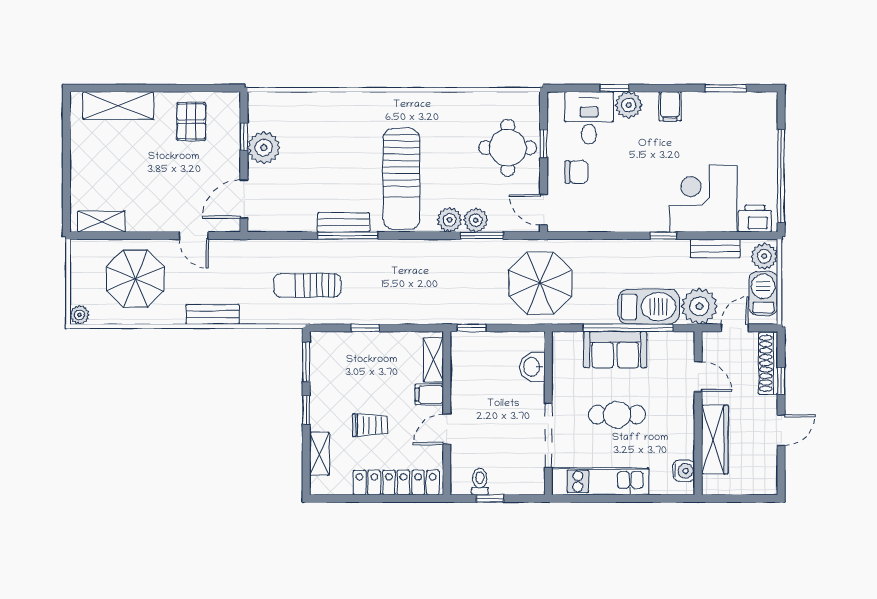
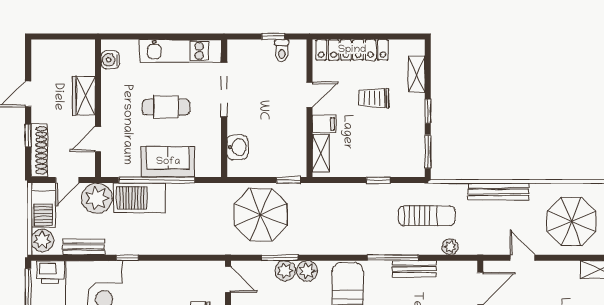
bench: (343, 222) -> (414, 269), moved
plant: (279, 248) -> (450, 247), added
parasol: (540, 283) -> (261, 215), moved
bench: (213, 314) -> (498, 191), width x1.36
door: (698, 376) -> (98, 139), hinge flipped
wardrobe: (715, 440) -> (84, 96), width x0.67

